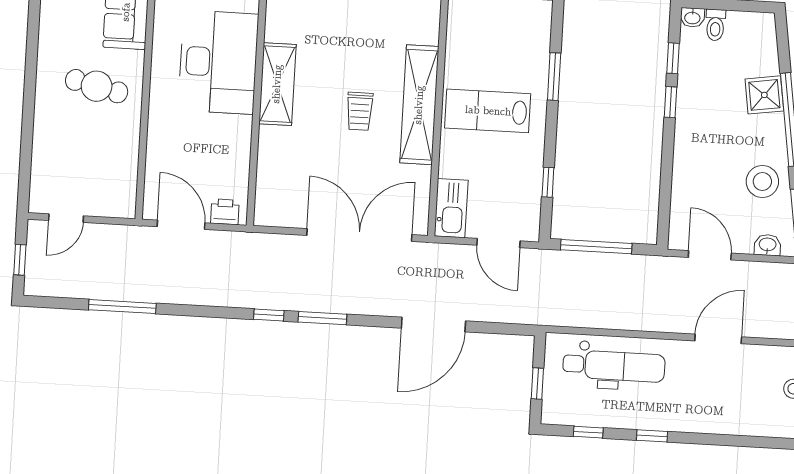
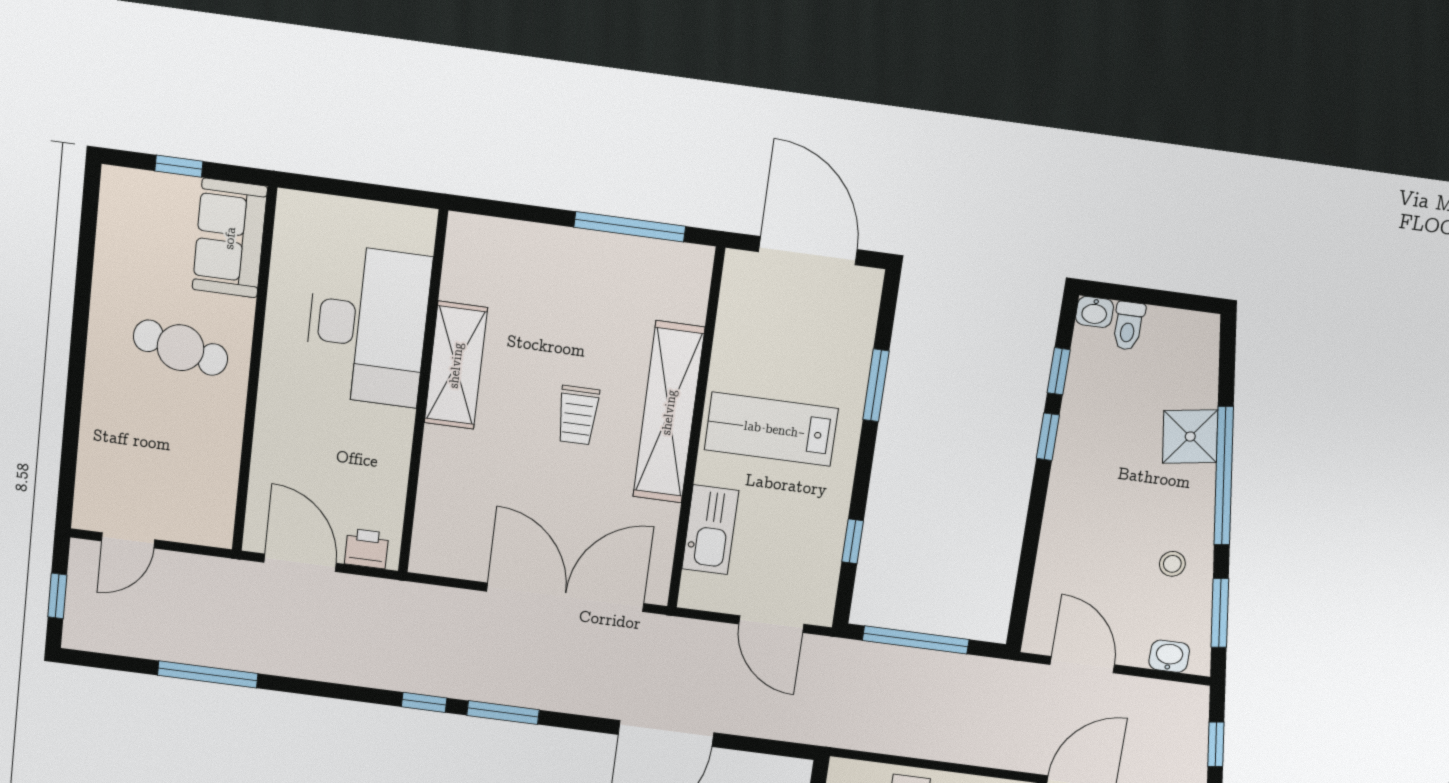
stool: (762, 182) -> (1172, 564), width x0.53, depth x0.53
kitchen sink: (451, 208) -> (710, 530), moved

